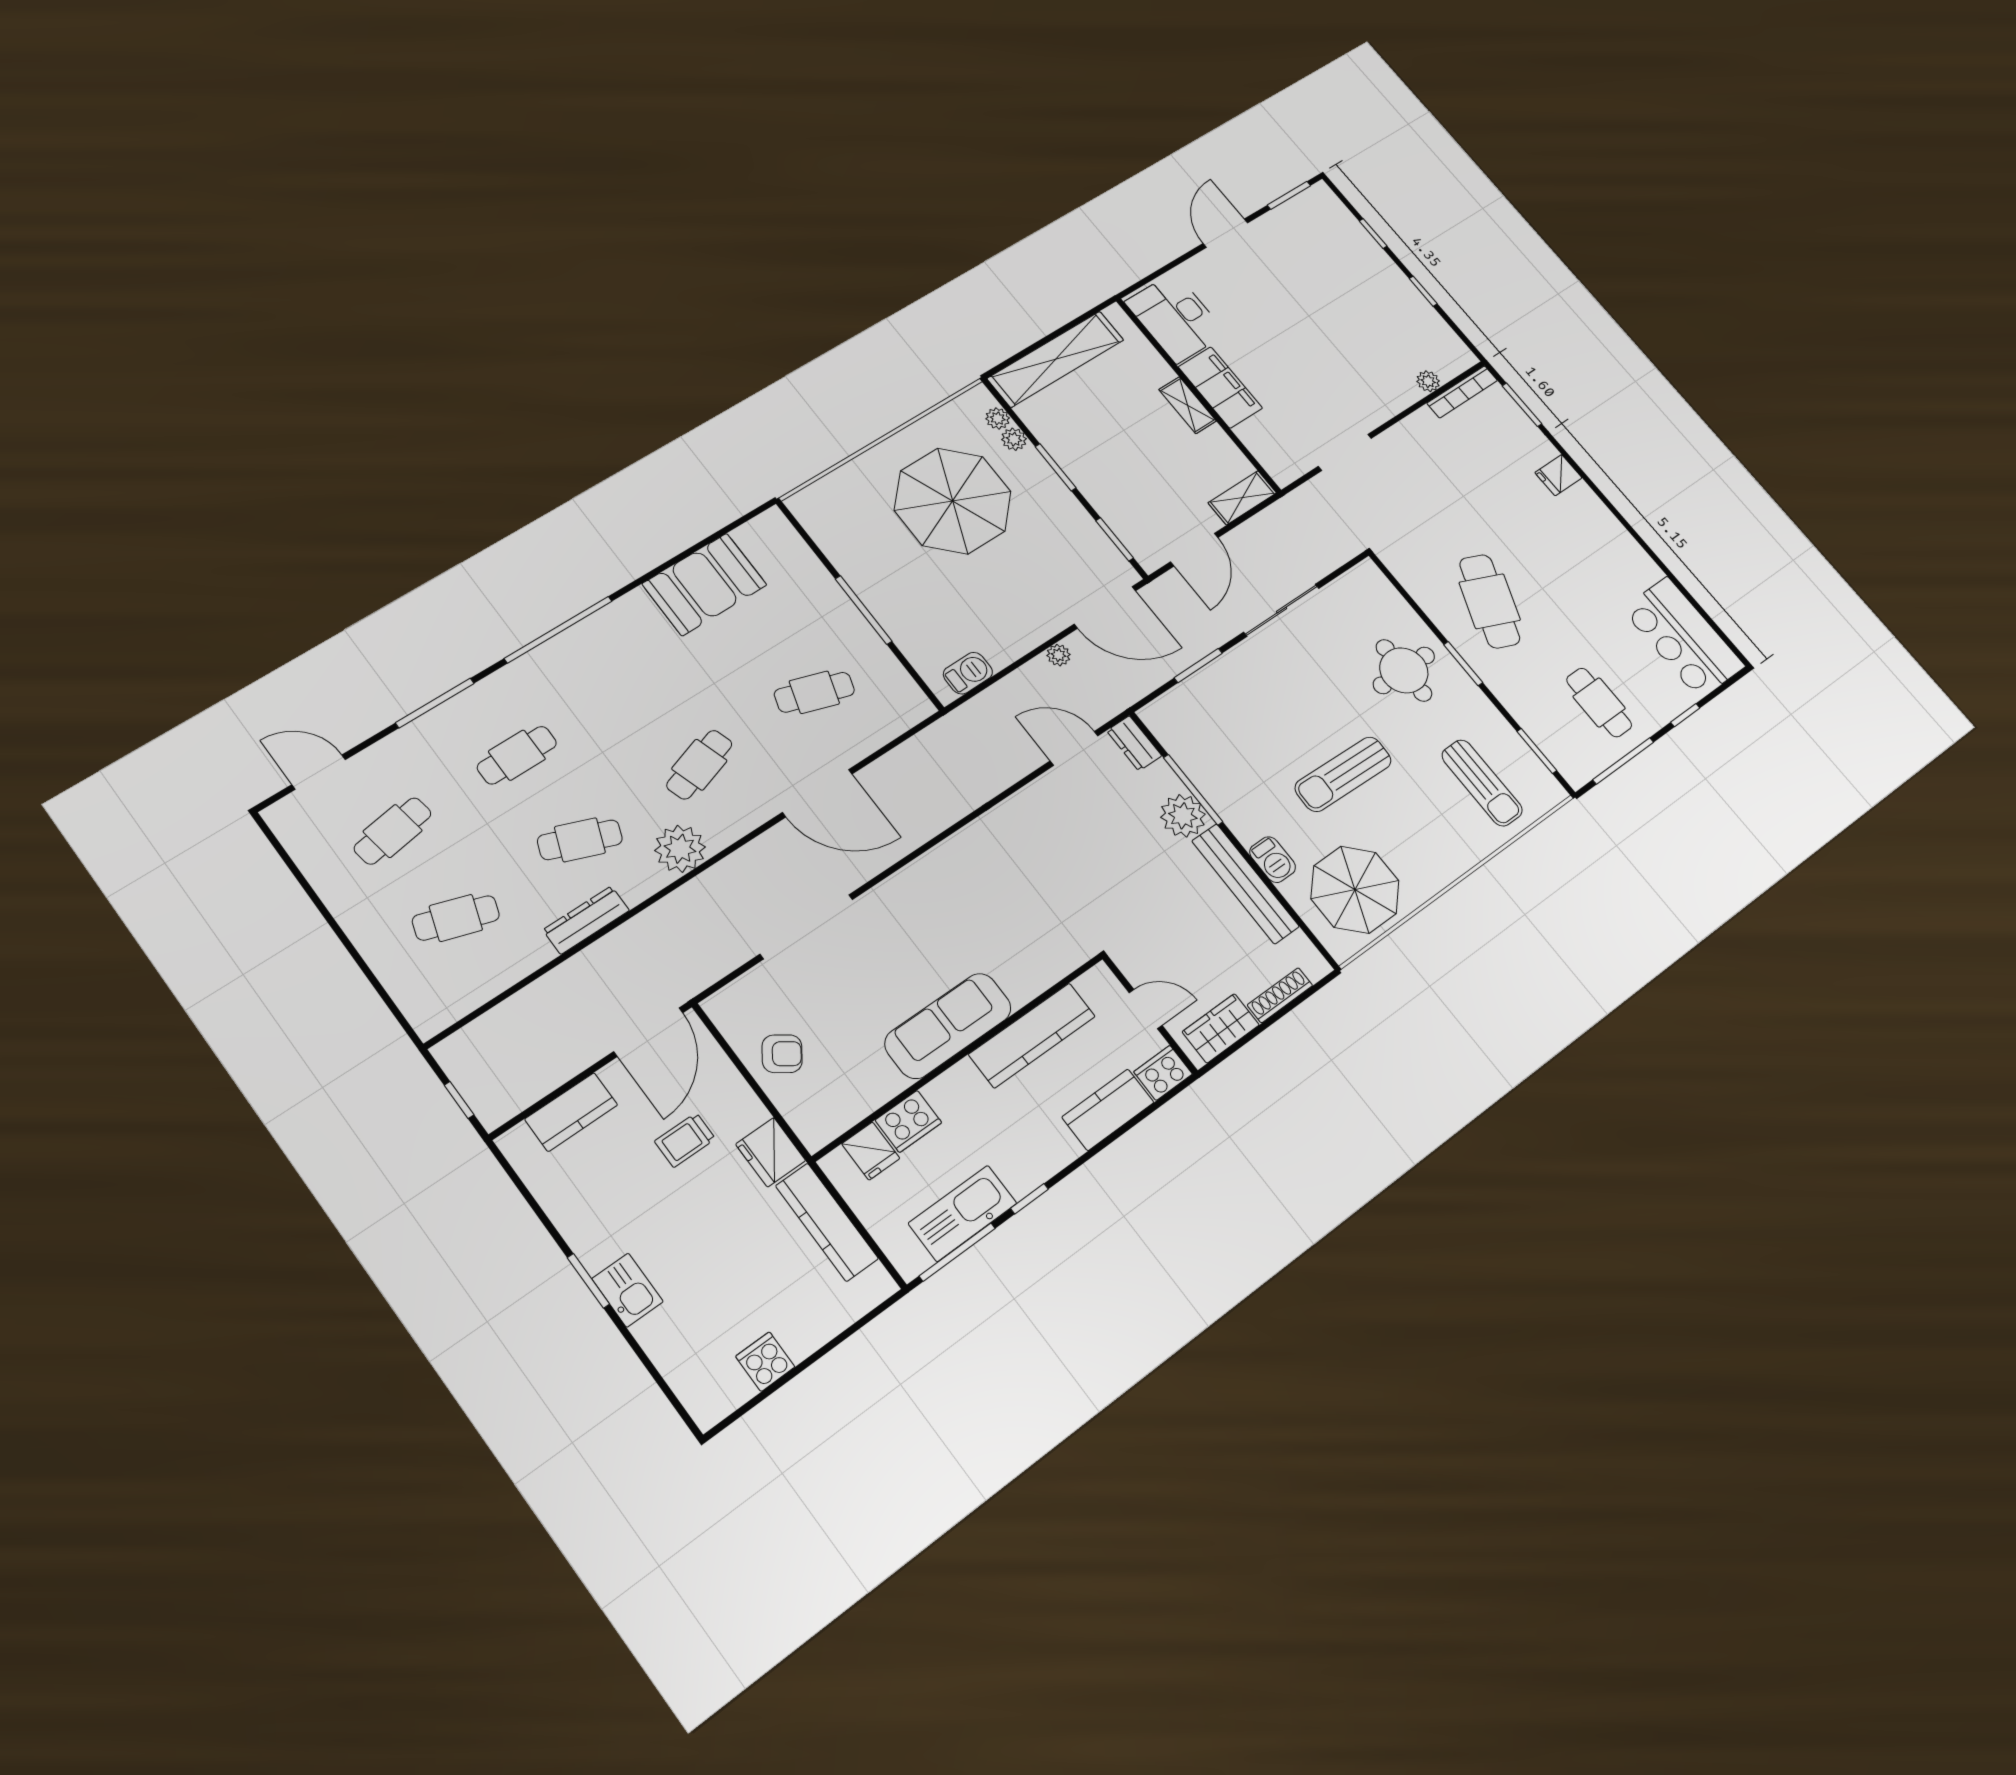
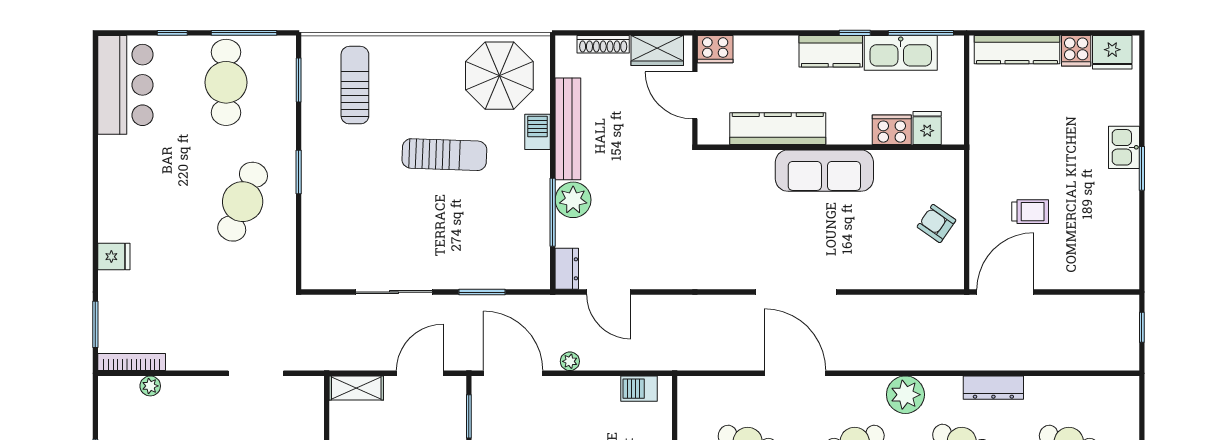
round table: (1404, 670) -> (344, 195), removed
cafe table: (1599, 702) -> (226, 82), width x1.37, depth x1.35
doorway: (806, 927) -> (796, 292), moved
door: (1146, 1009) -> (695, 95), width x1.38
kitchen counter: (1108, 1110) -> (831, 51), moved
kitchen counter: (571, 1112) -> (1083, 275), removed
fridge: (771, 1152) -> (1112, 52), moved, turned 90
kitchen counter: (827, 1222) -> (1017, 50), moved, turned 90

